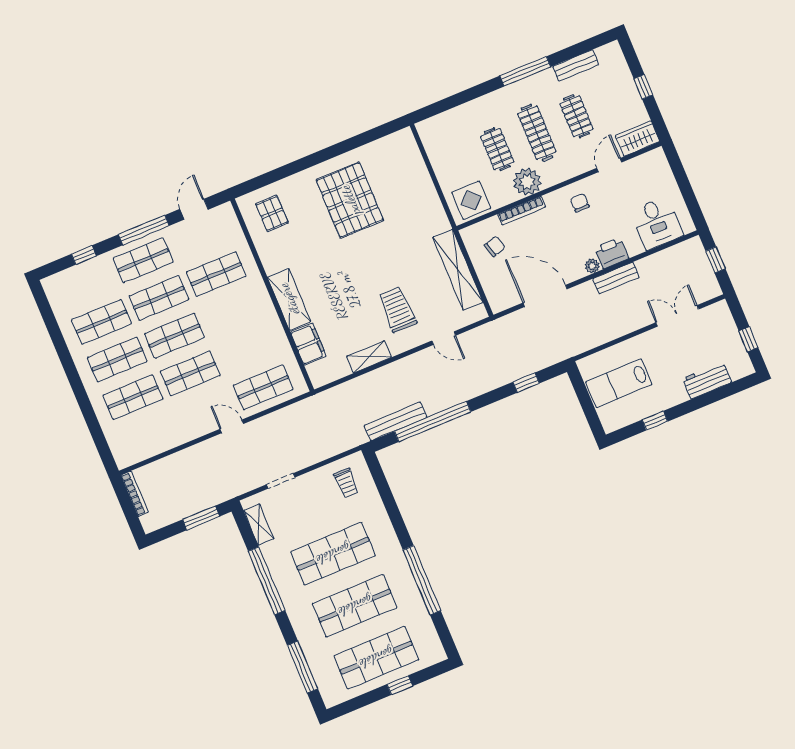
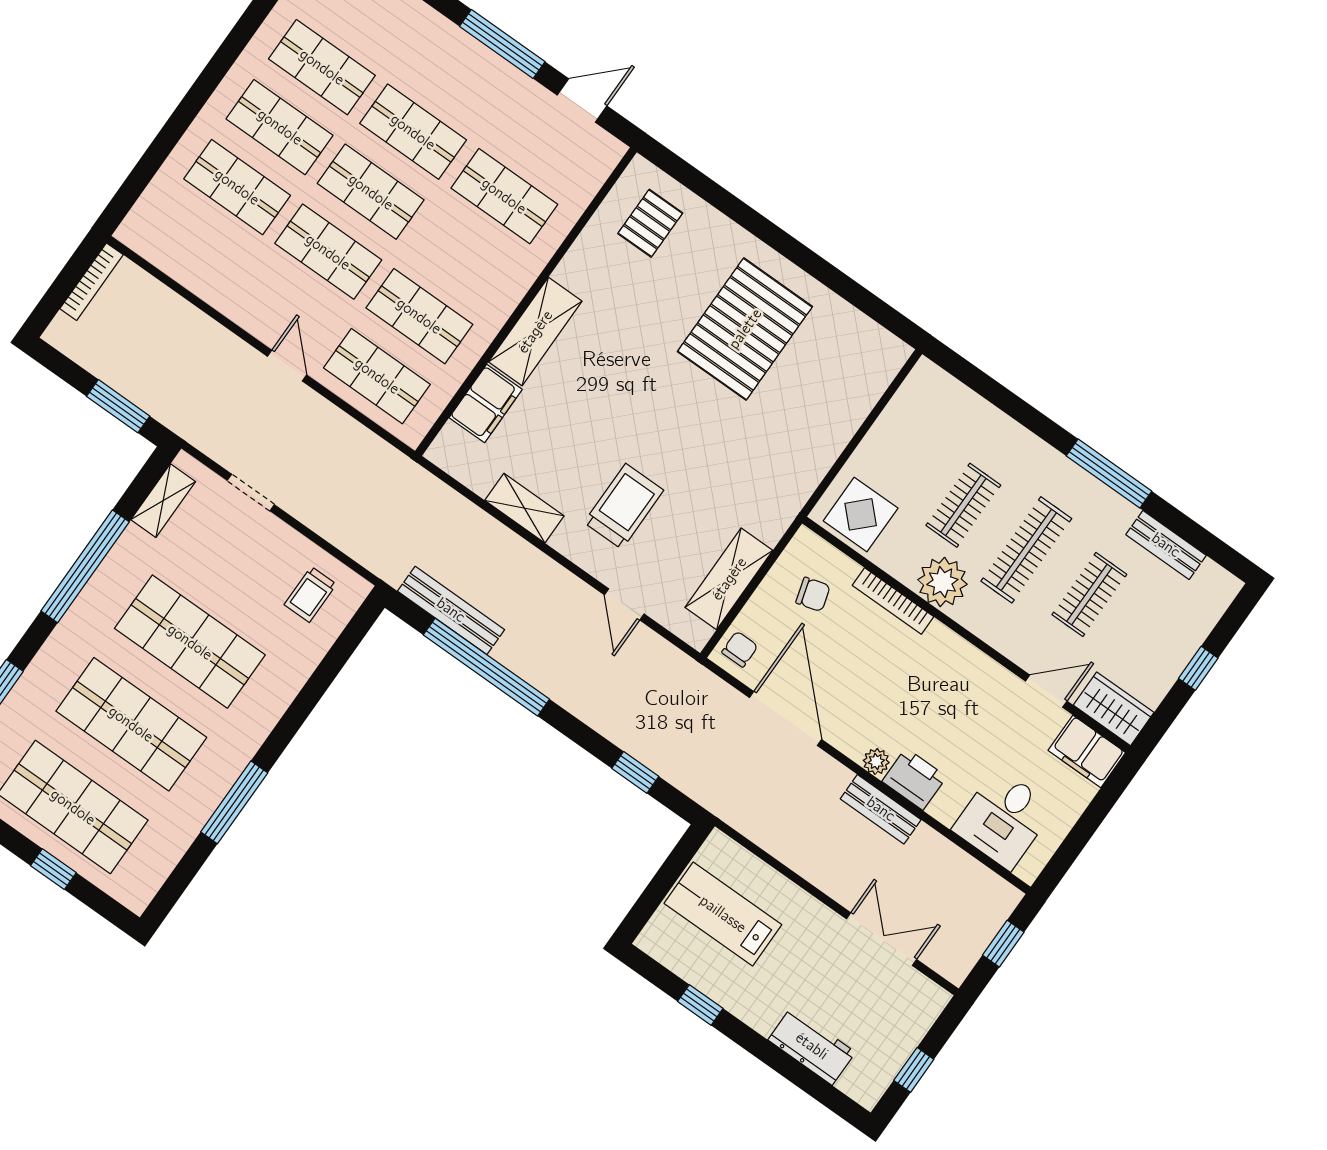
filing cabinet: (650, 164) -> (1087, 751), added
chair: (580, 203) -> (740, 649), moved
shop shelf: (143, 260) -> (419, 316), moved
shelving: (458, 270) -> (729, 579), width x0.68
window: (422, 580) -> (234, 802), width x0.68

